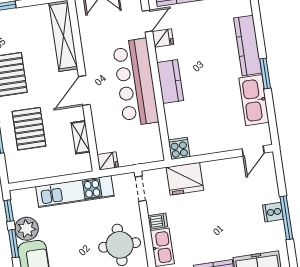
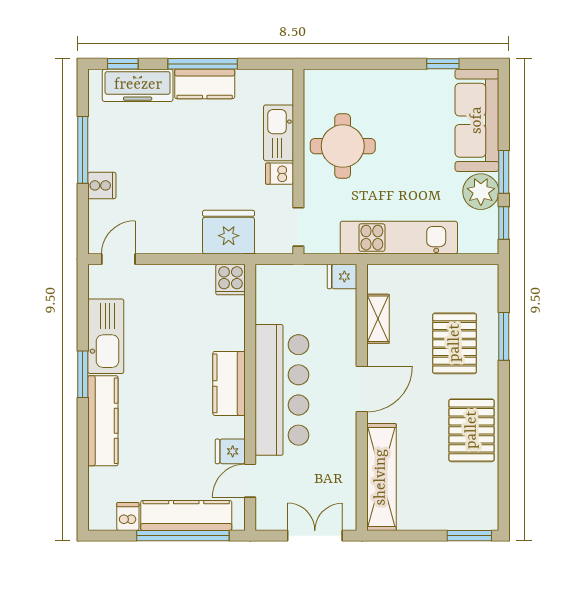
cooker: (273, 212) -> (102, 185), moved

